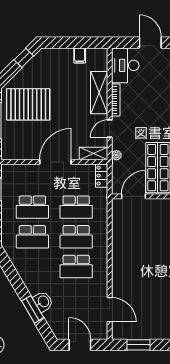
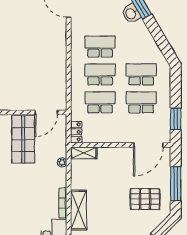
pallet: (28, 104) -> (145, 199), width x0.73, depth x0.71
door: (110, 129) -> (69, 176), removed
plant: (116, 155) -> (62, 162), moved
door: (55, 162) -> (148, 145), moved

